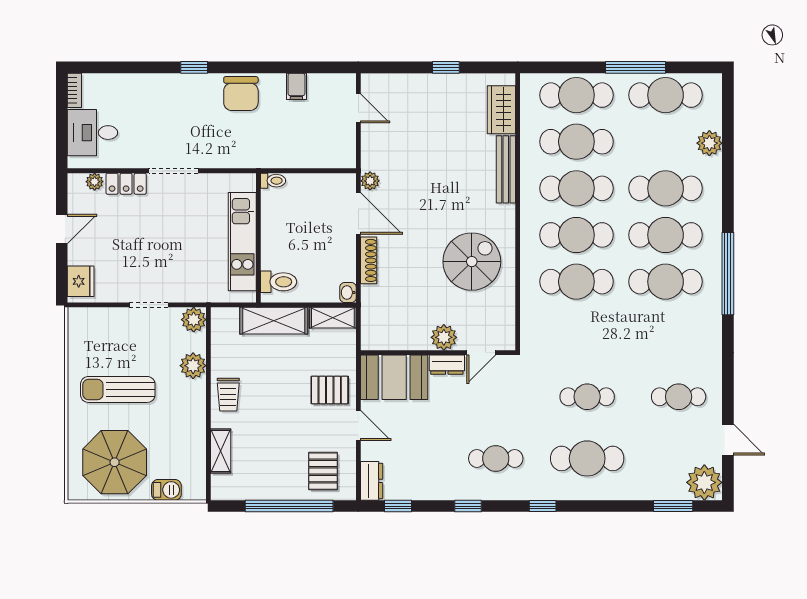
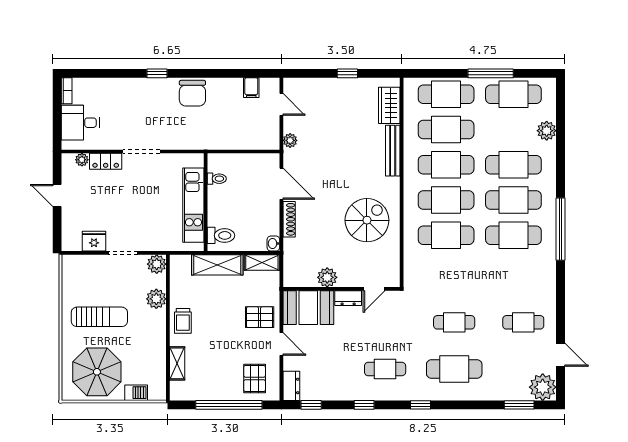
filing cabinet: (296, 86) -> (251, 88), moved
toilet: (273, 181) -> (217, 179), moved
plant: (370, 181) -> (290, 140), moved
door: (62, 229) -> (57, 195), swing flipped
fridge: (81, 281) -> (94, 241), moved, turned -90
plant: (444, 337) -> (327, 277), moved
sun lounger: (118, 389) -> (99, 317), turned 180

